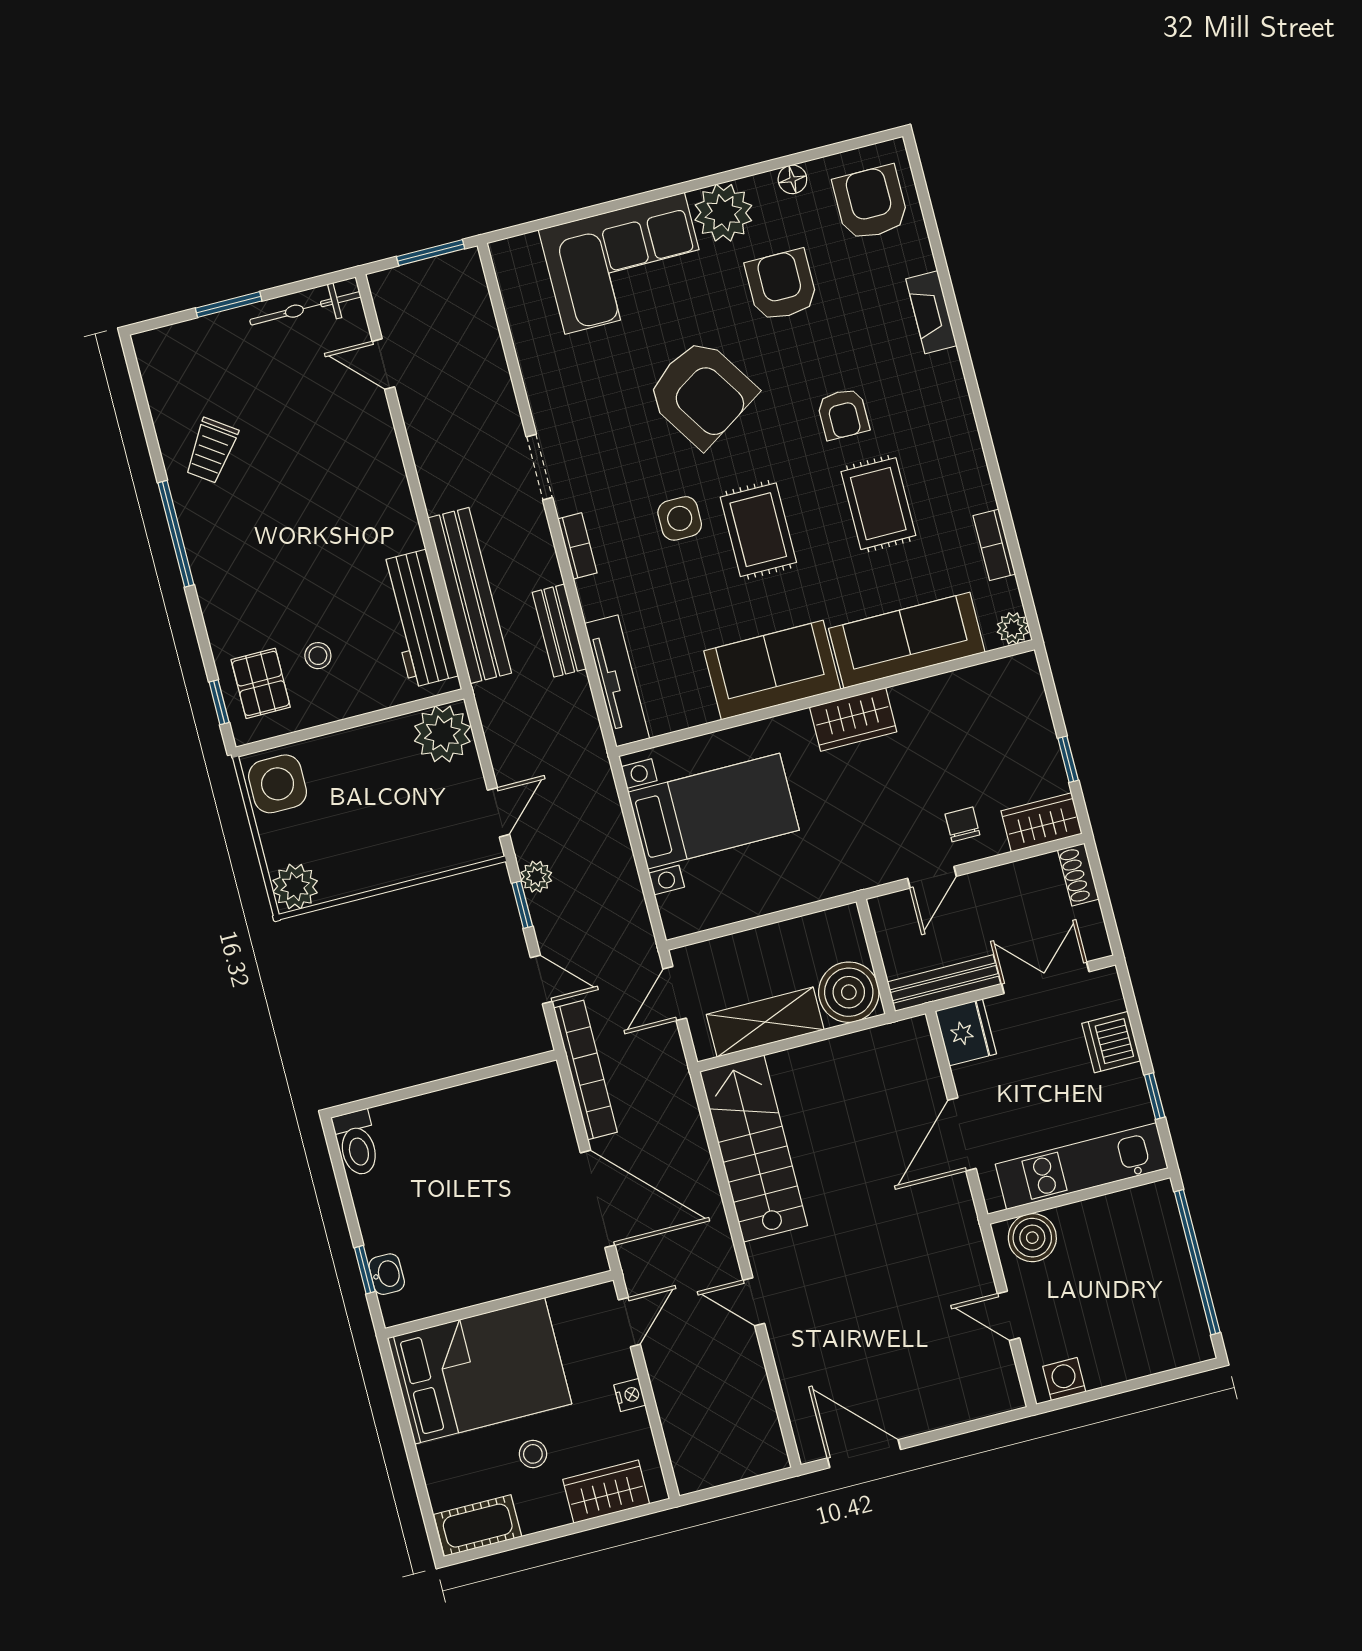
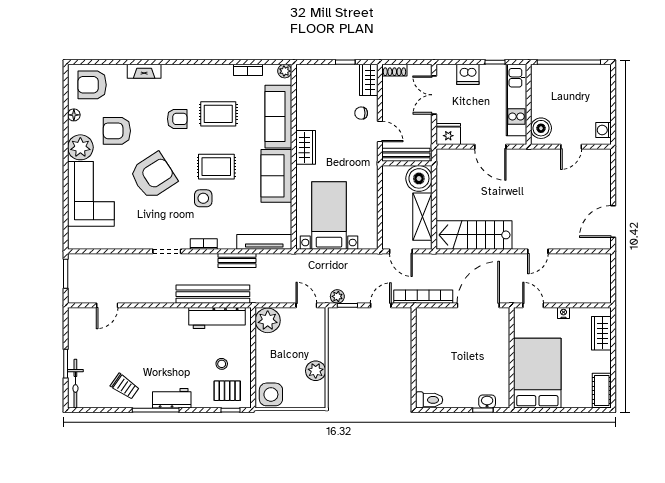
bicycle: (305, 308) -> (75, 384), moved
workbench: (212, 563) -> (172, 398), added
plant: (295, 887) -> (316, 371), moved
bench: (944, 983) -> (406, 155), moved, turned 90
stool: (533, 1454) -> (578, 360), removed

